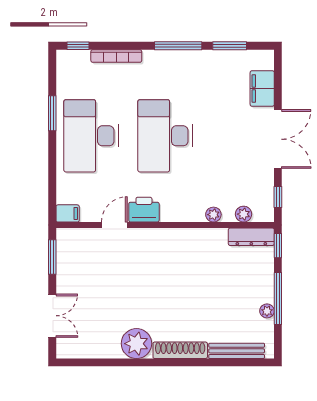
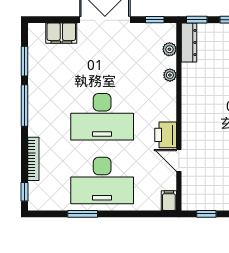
window: (52, 257) -> (206, 214), width x0.67

